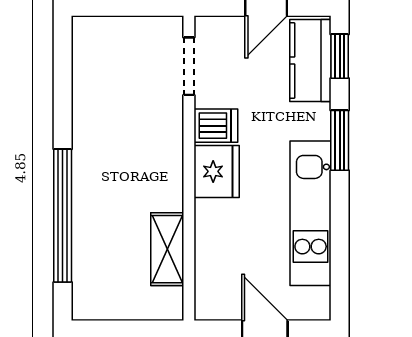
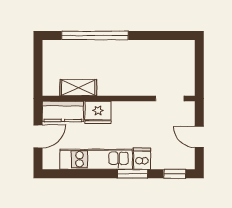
kitchen counter: (310, 61) -> (63, 111), moved, turned 180
dishwasher: (216, 126) -> (142, 159), moved, turned 180
fridge: (217, 171) -> (98, 112), moved

